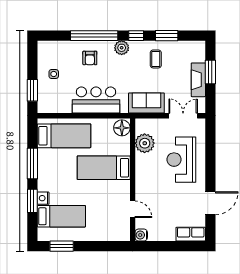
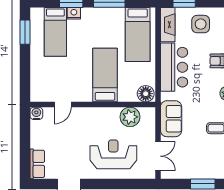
side table: (54, 74) -> (201, 24), width x1.87, depth x1.87
fireplace: (198, 80) -> (168, 25), moved, turned 90

